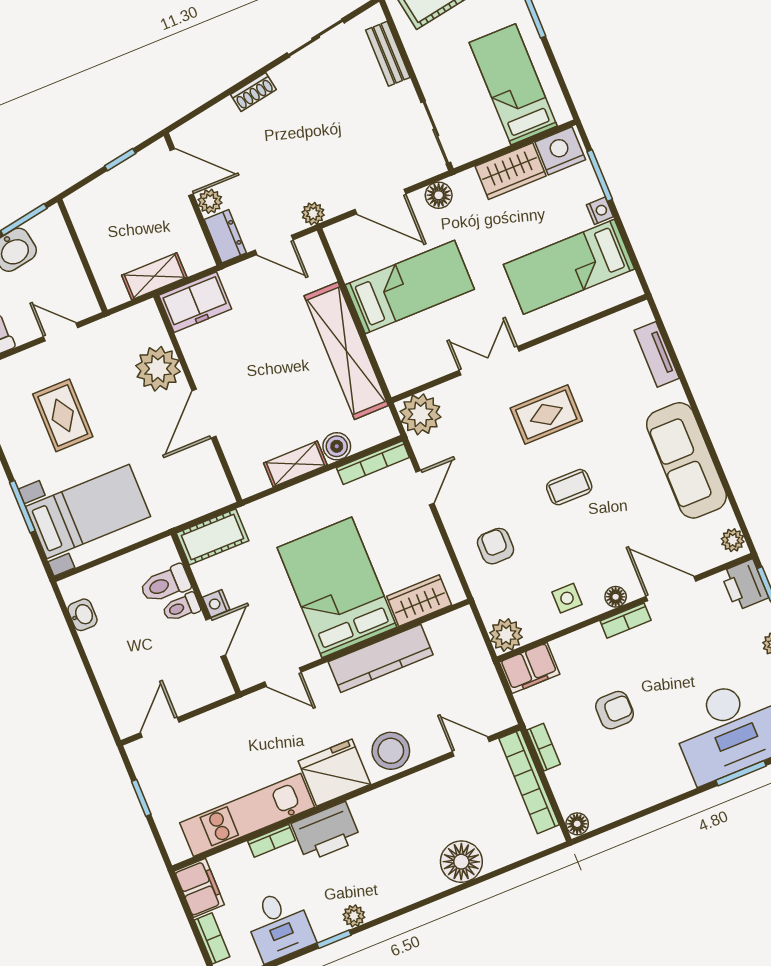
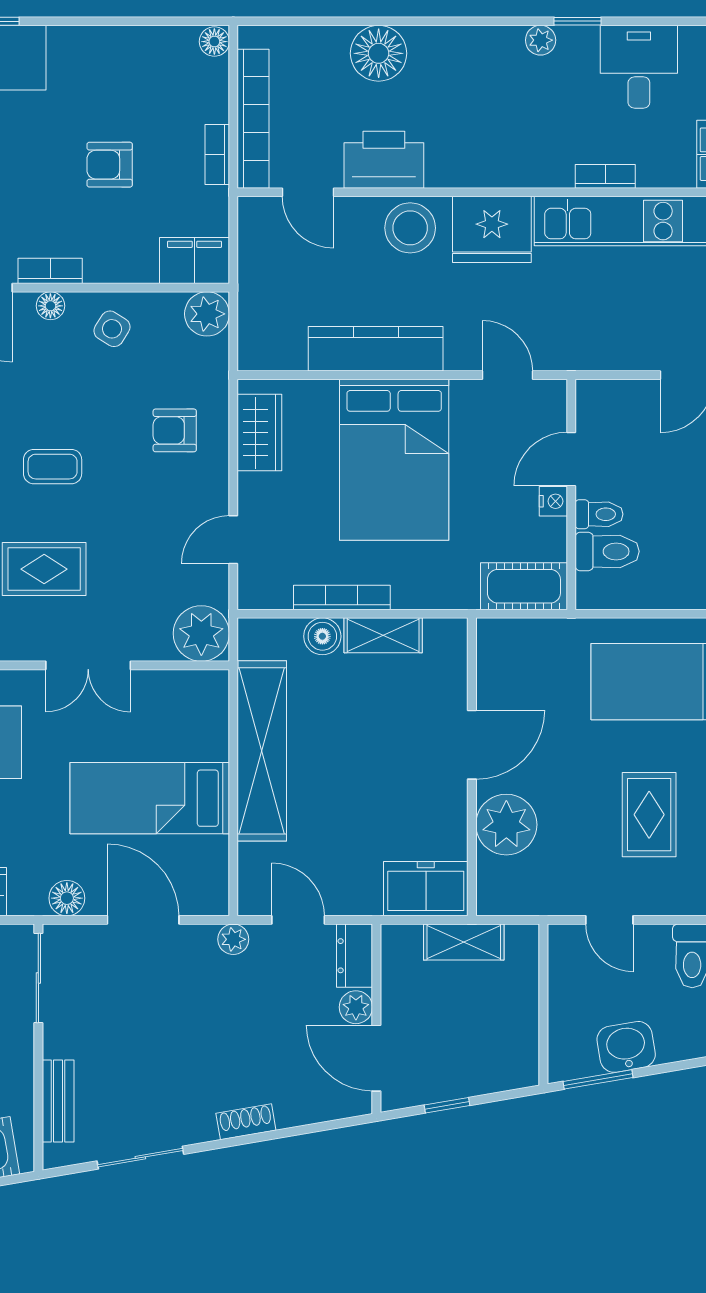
bookcase: (373, 463) -> (342, 597), moved
armchair: (496, 546) -> (175, 430), turned 90
side table: (567, 598) -> (112, 329), turned 32
wardrobe: (419, 601) -> (259, 433), moved, turned -90
printer: (326, 832) -> (384, 160), moved

